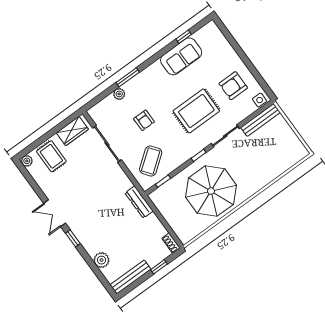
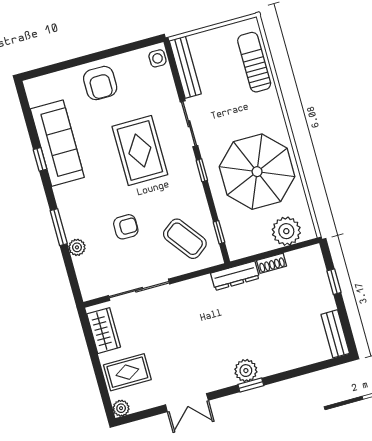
window: (184, 37) -> (40, 159), moved
sofa: (181, 56) -> (57, 143), width x1.36
armchair: (233, 86) -> (100, 83), moved
sun lounger: (280, 163) -> (254, 62), added
double door: (55, 213) -> (187, 403), moved
plant: (180, 224) -> (286, 231), added
shoe rack: (171, 243) -> (272, 263), moved
plant: (101, 260) -> (246, 371), moved
bench: (131, 277) -> (335, 334), width x0.73

